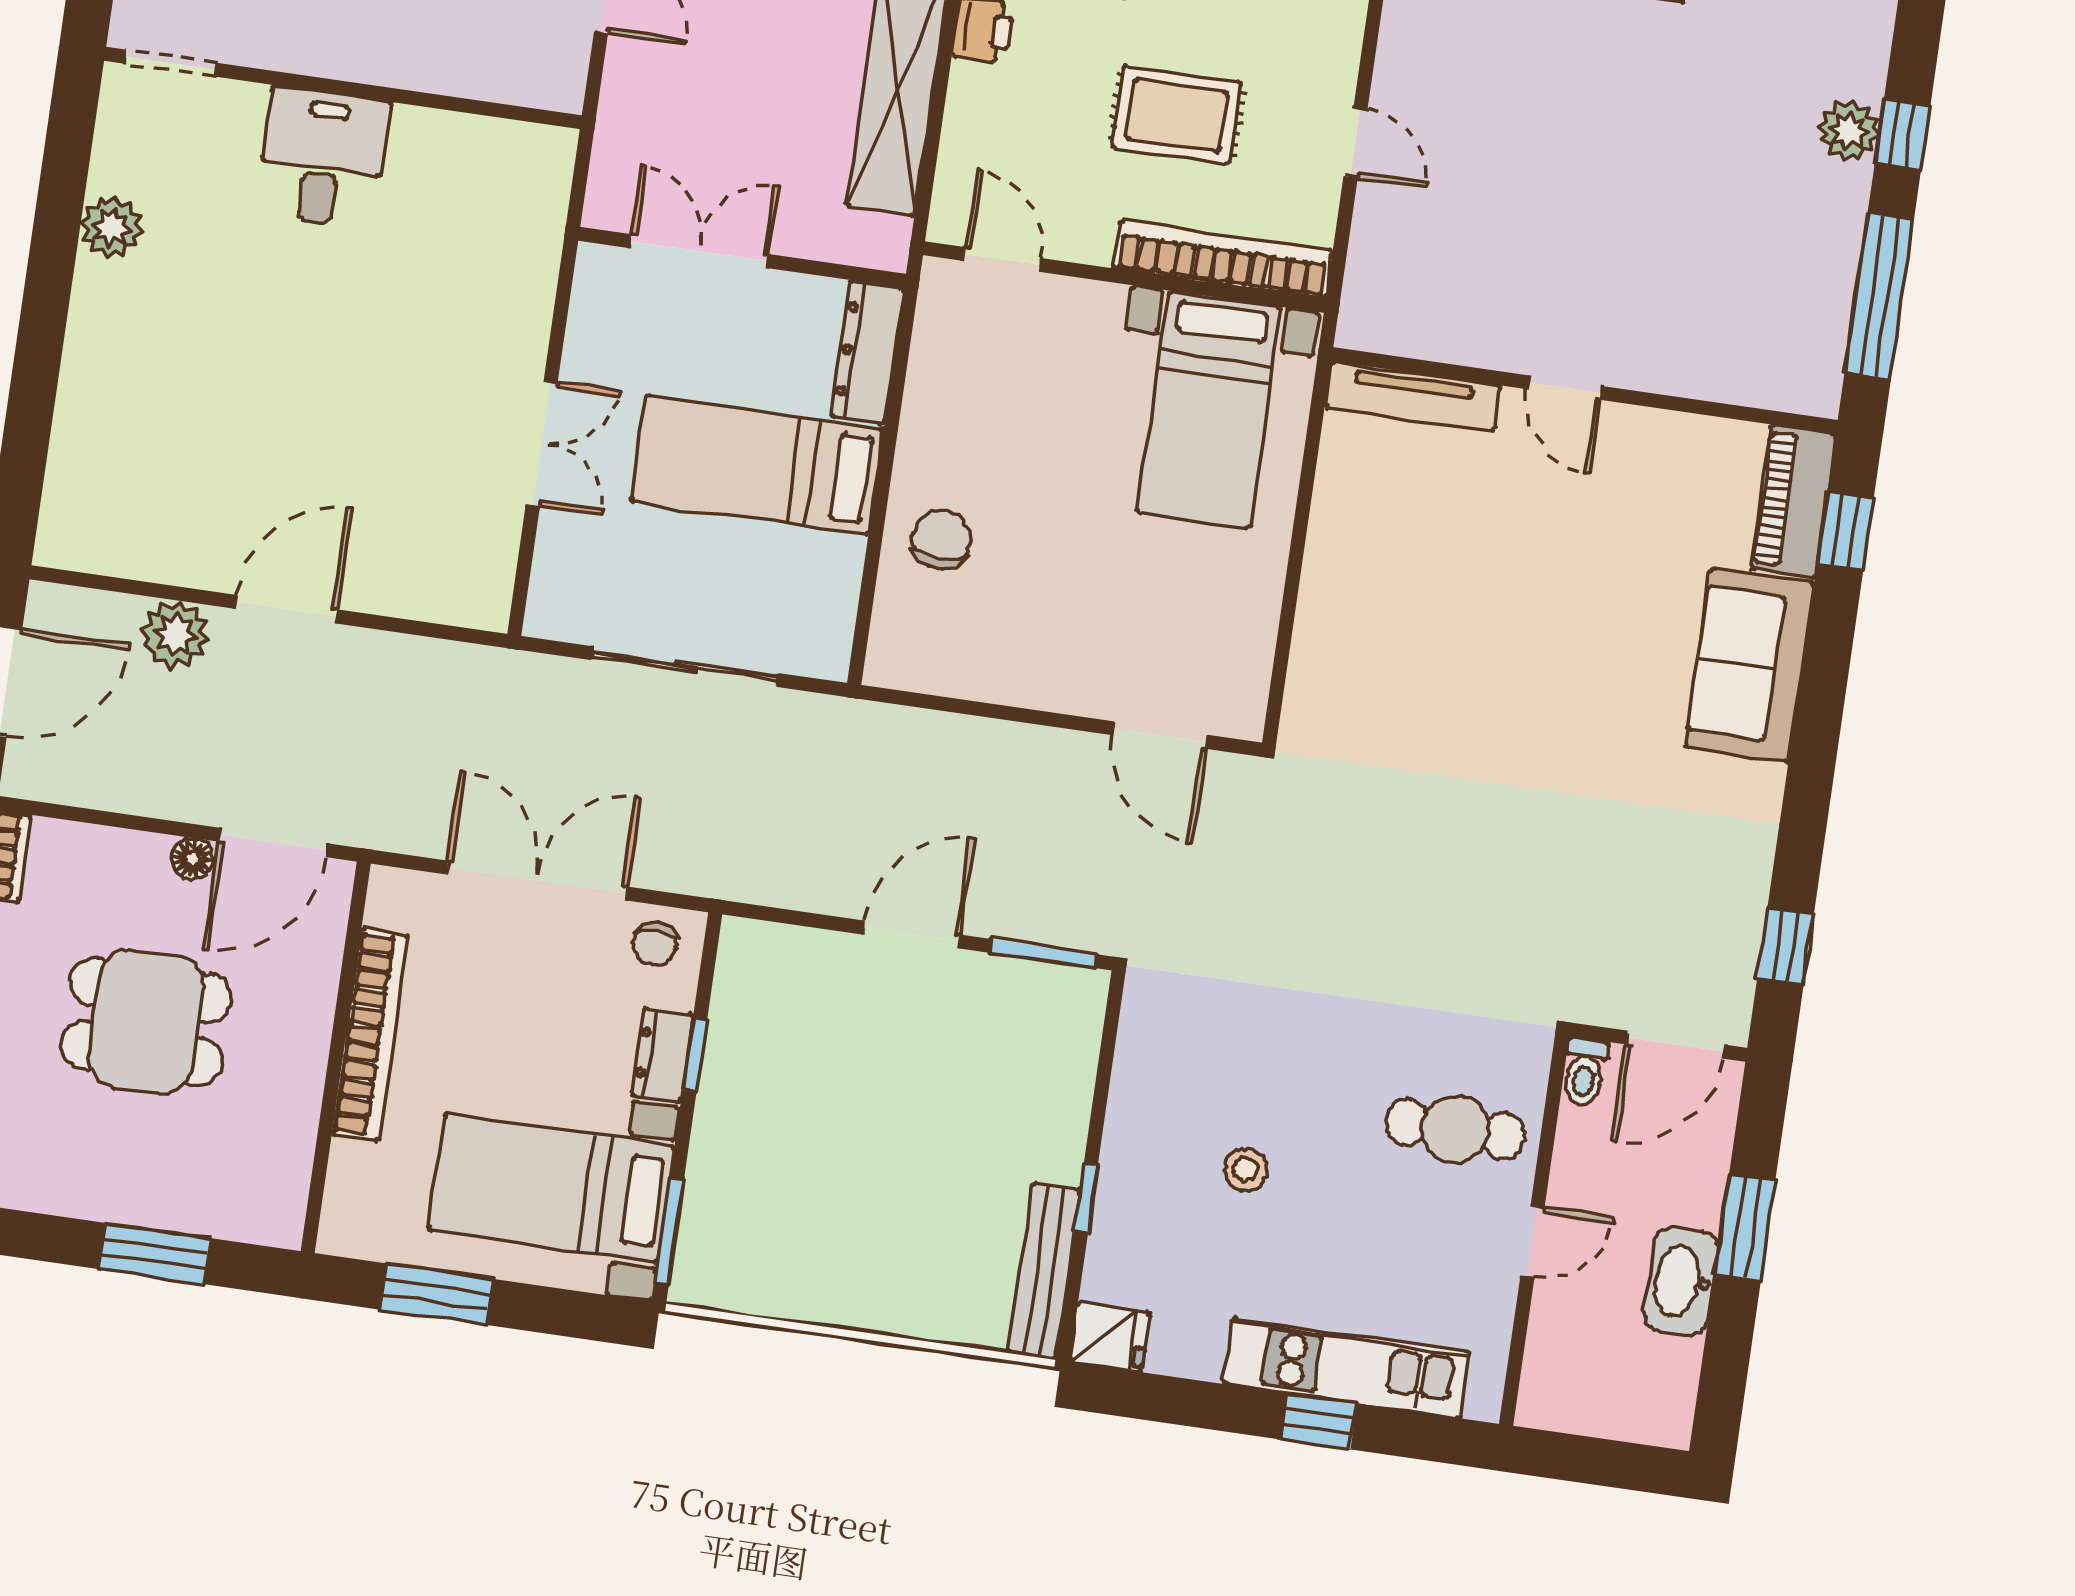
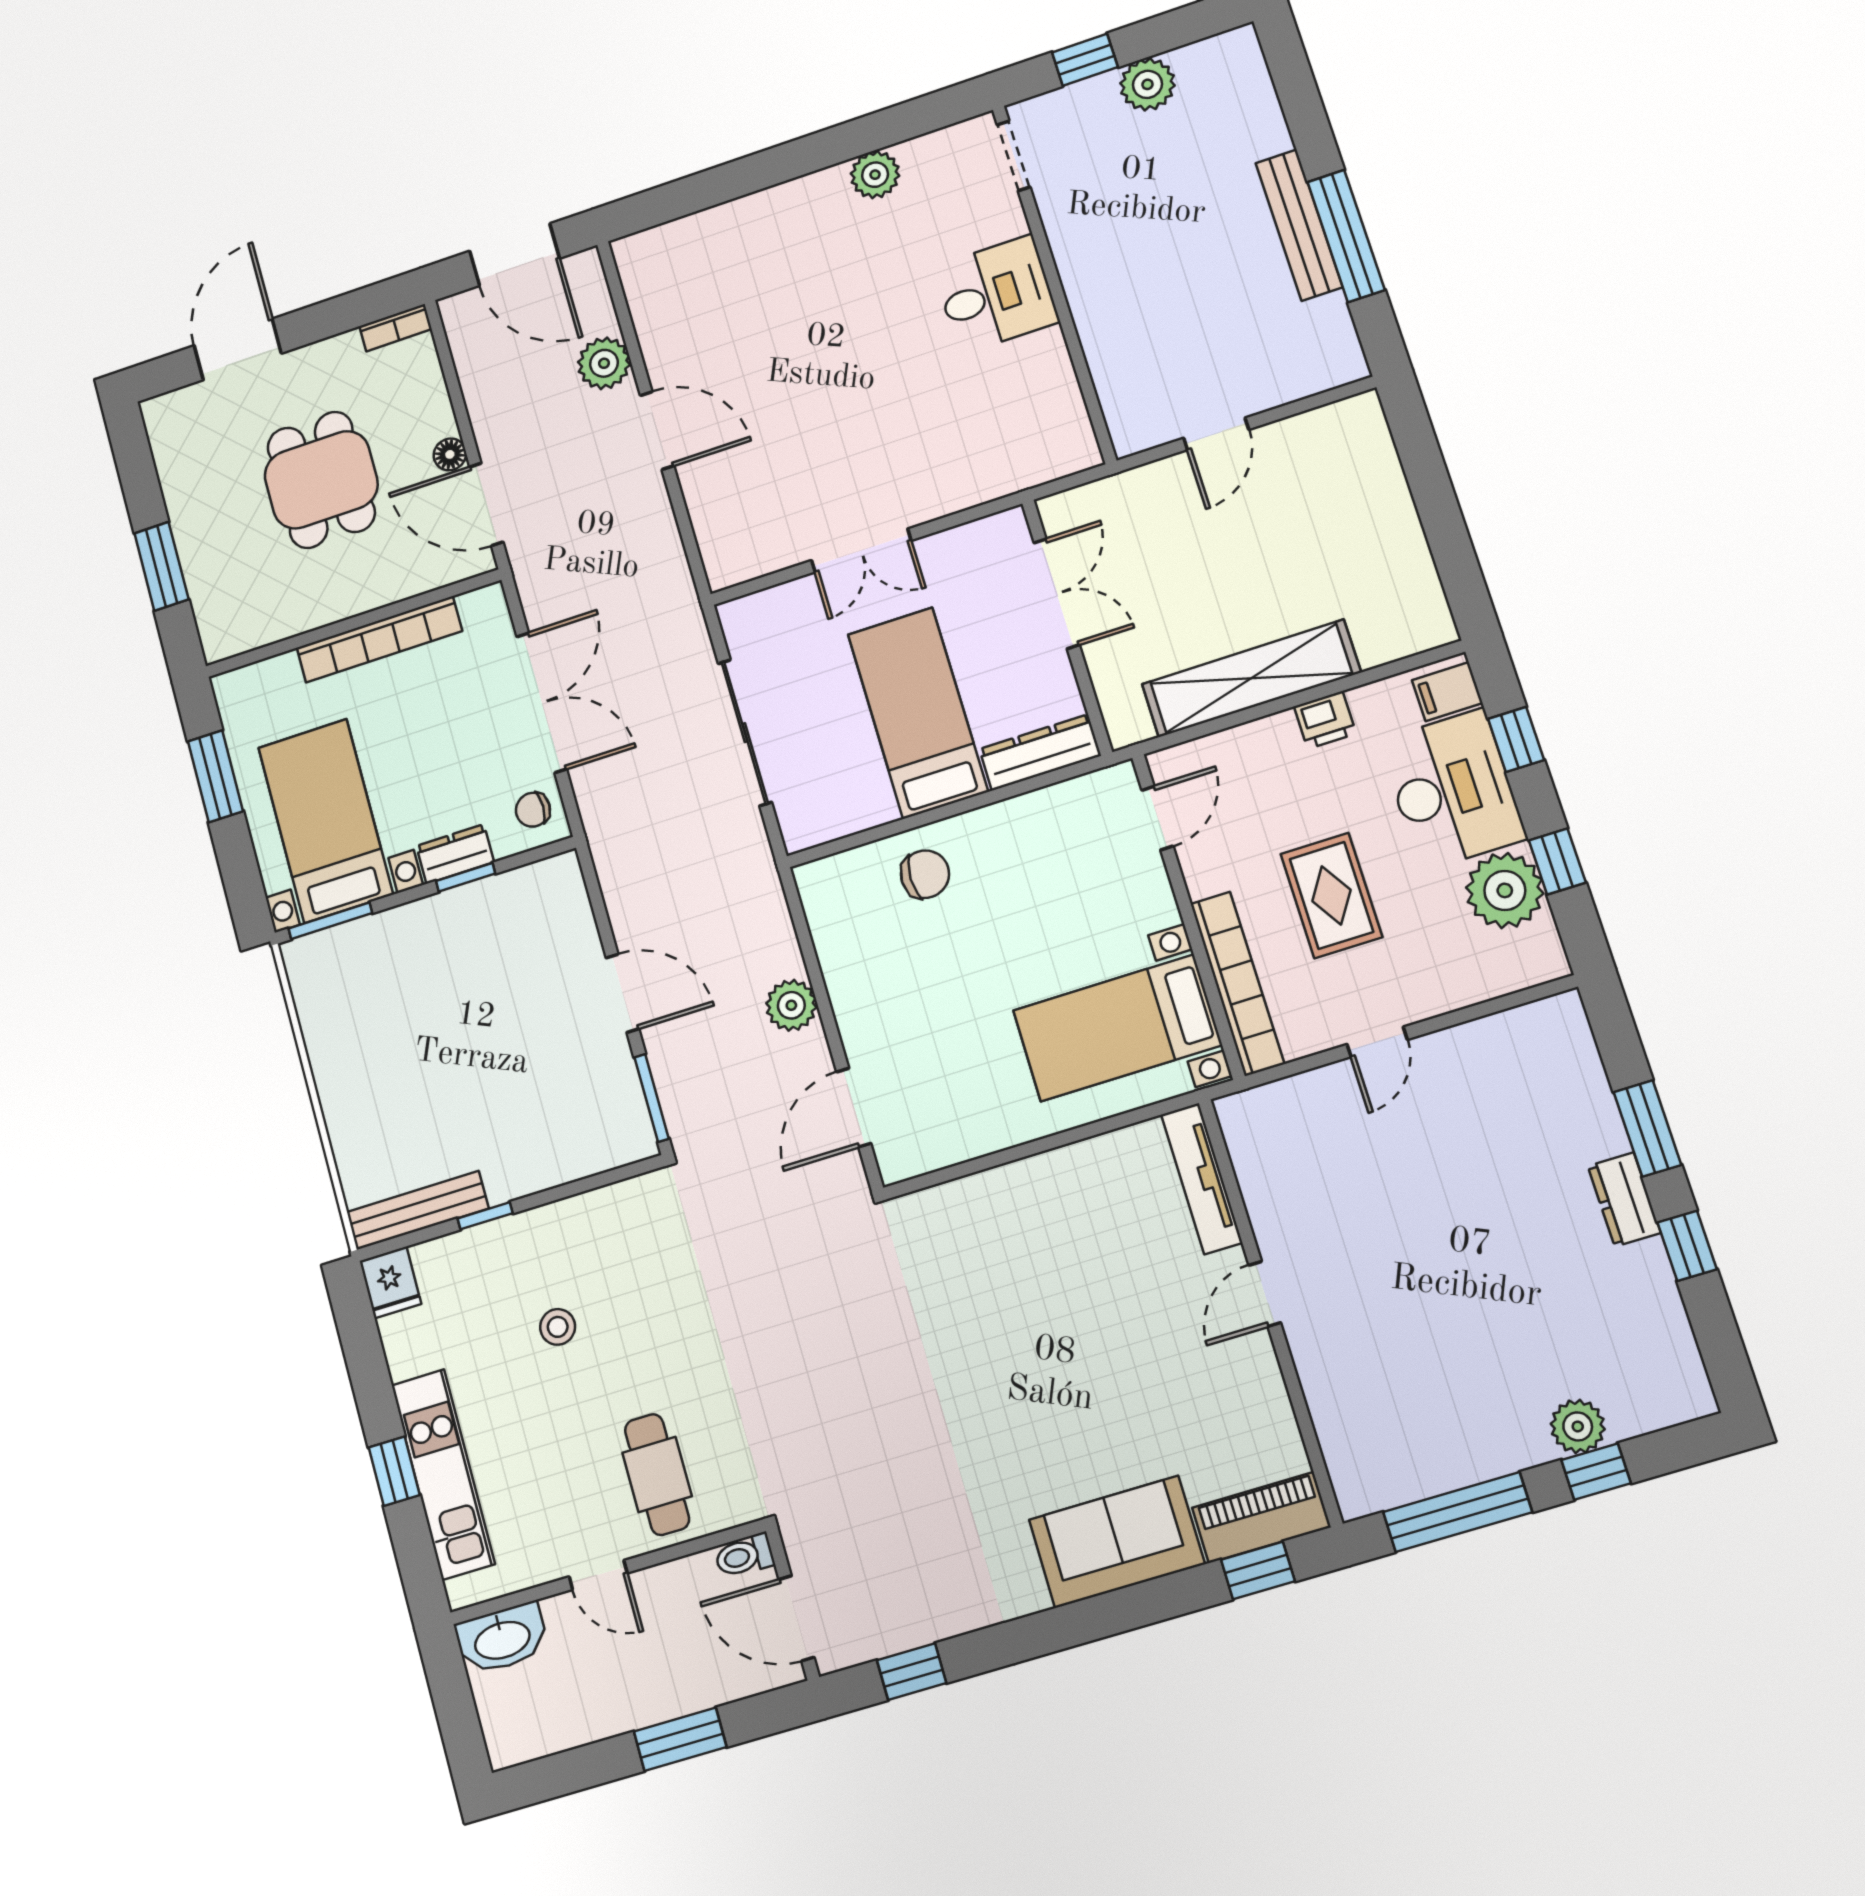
plant: (1015, 753) -> (791, 1005), added
washbasin: (1681, 1281) -> (502, 1639), moved, turned 180

